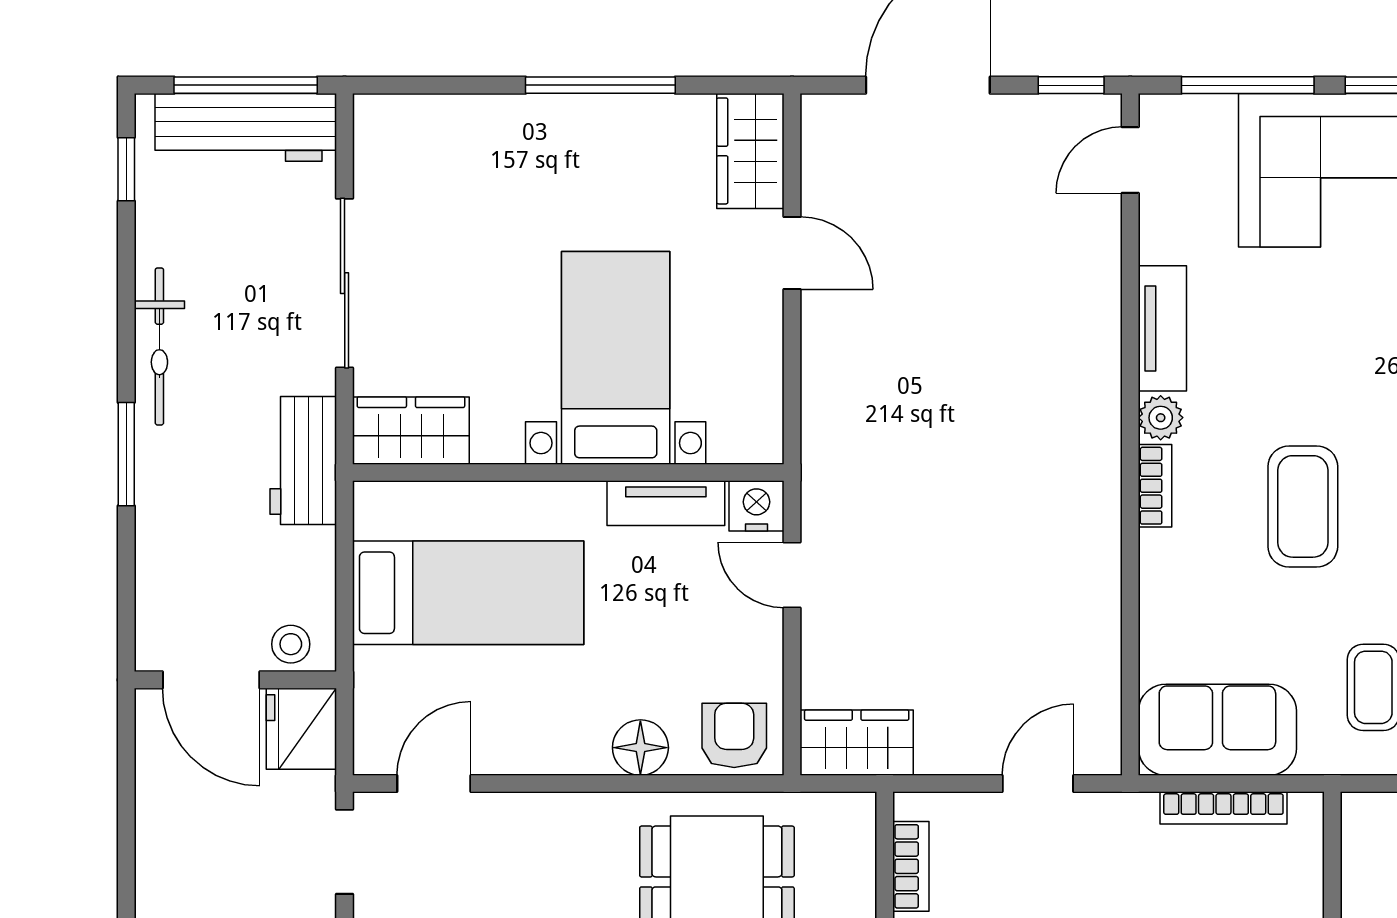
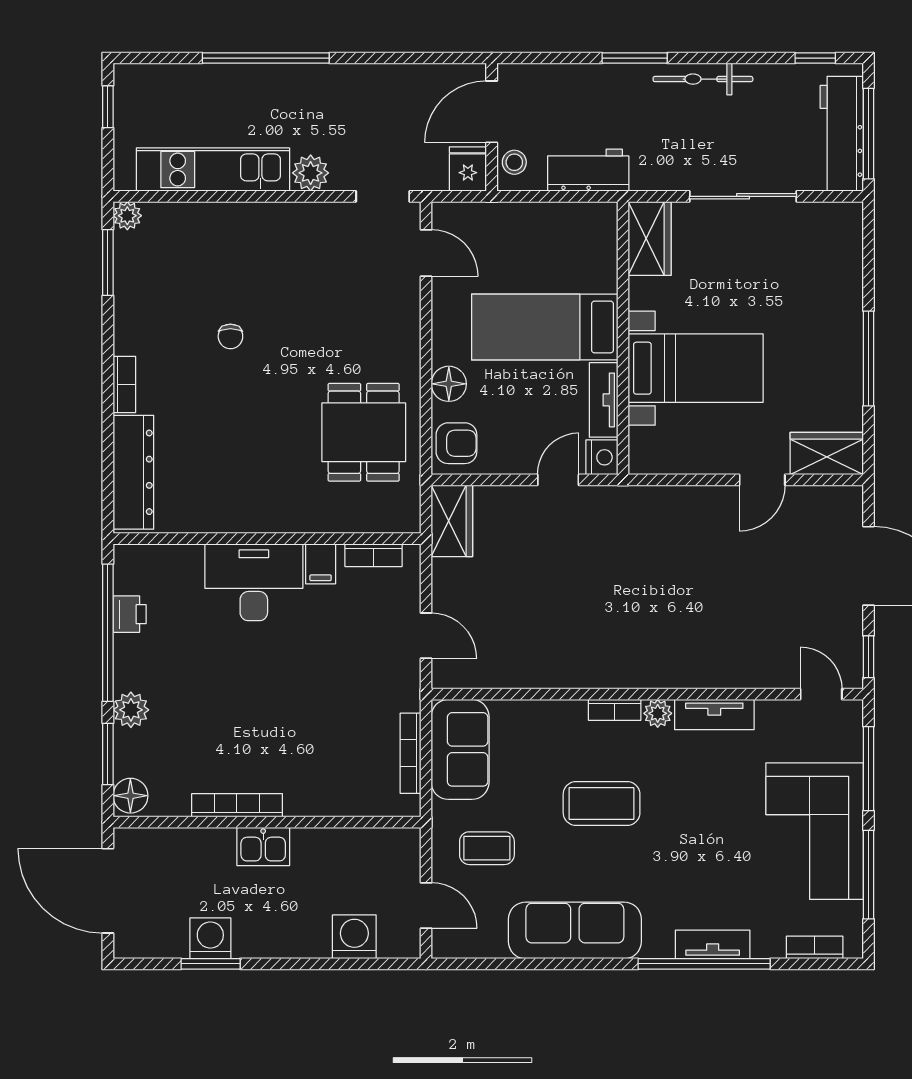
workbench: (303, 460) -> (588, 170), moved
bed: (468, 593) -> (545, 327), moved, turned 90
fridge: (301, 729) -> (468, 169), width x0.72

